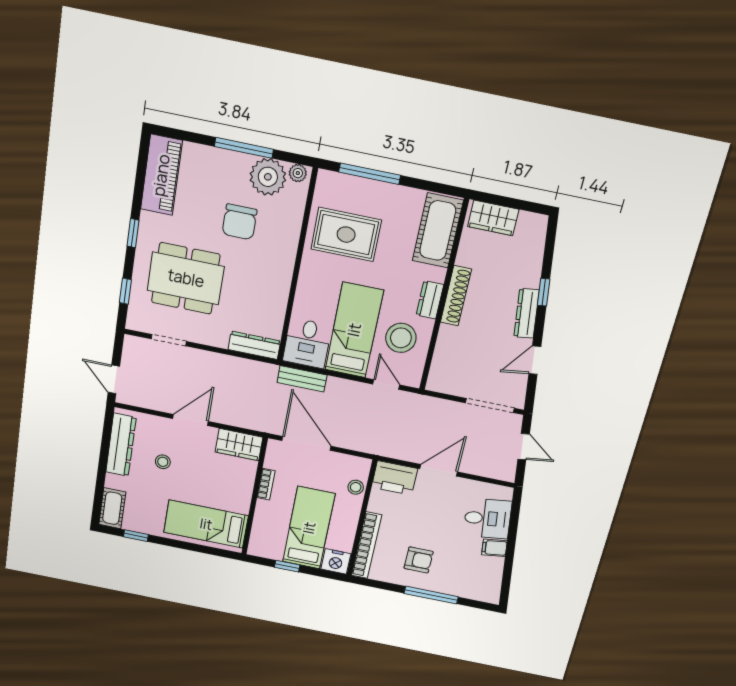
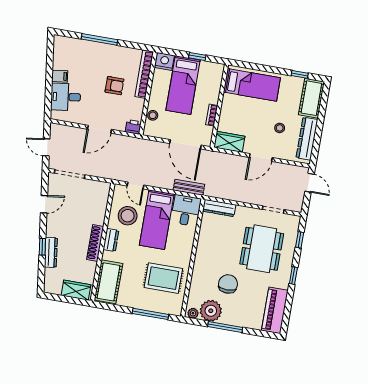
dining table: (186, 278) -> (262, 249), turned 90
dresser: (527, 313) -> (51, 252), moved
printer: (394, 478) -> (133, 127), width x0.53, depth x0.68
cot: (112, 508) -> (311, 98), width x1.37, depth x1.34
armchair: (419, 560) -> (114, 86), moved, turned 180

